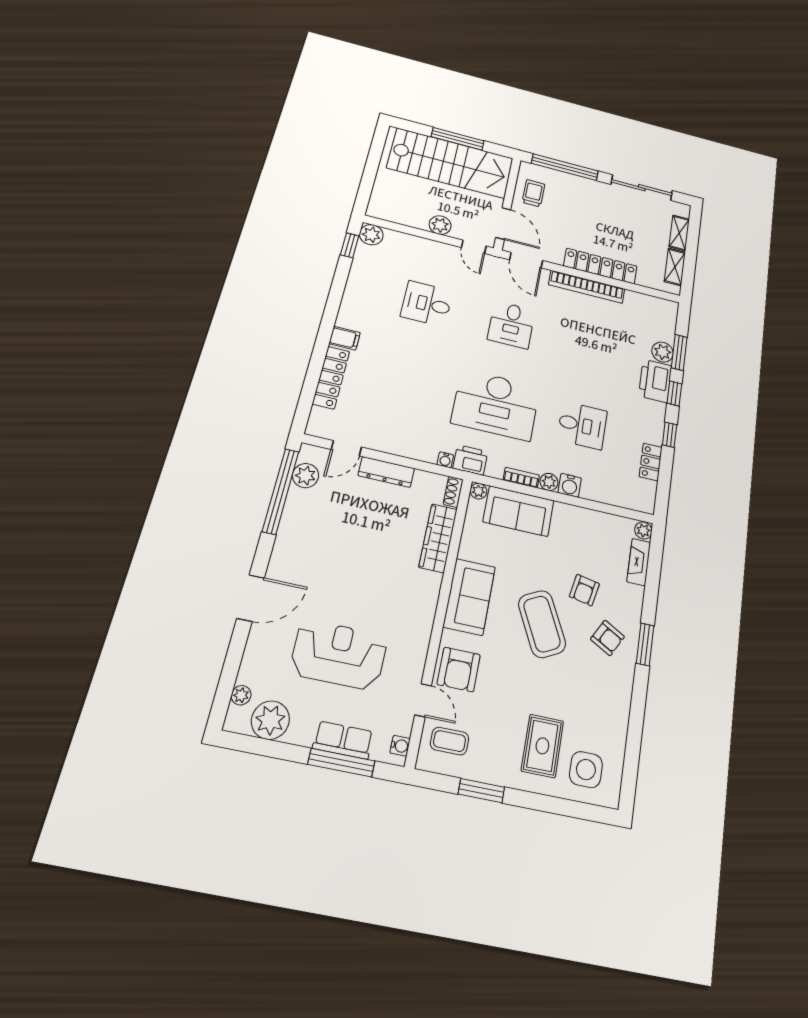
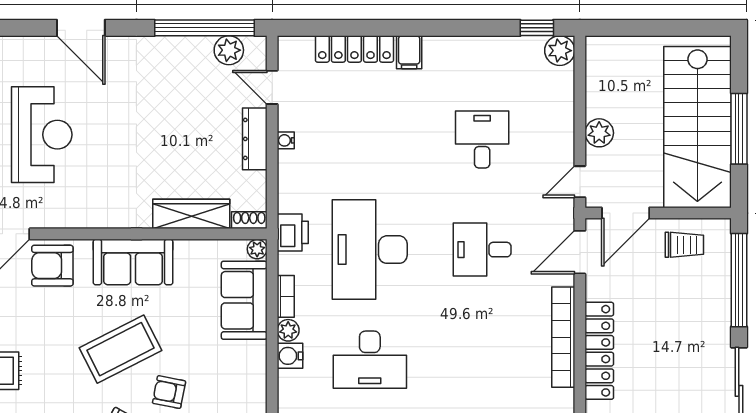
desk: (582, 425) -> (370, 360), width x1.37
water cooler: (445, 460) -> (286, 140), moved

